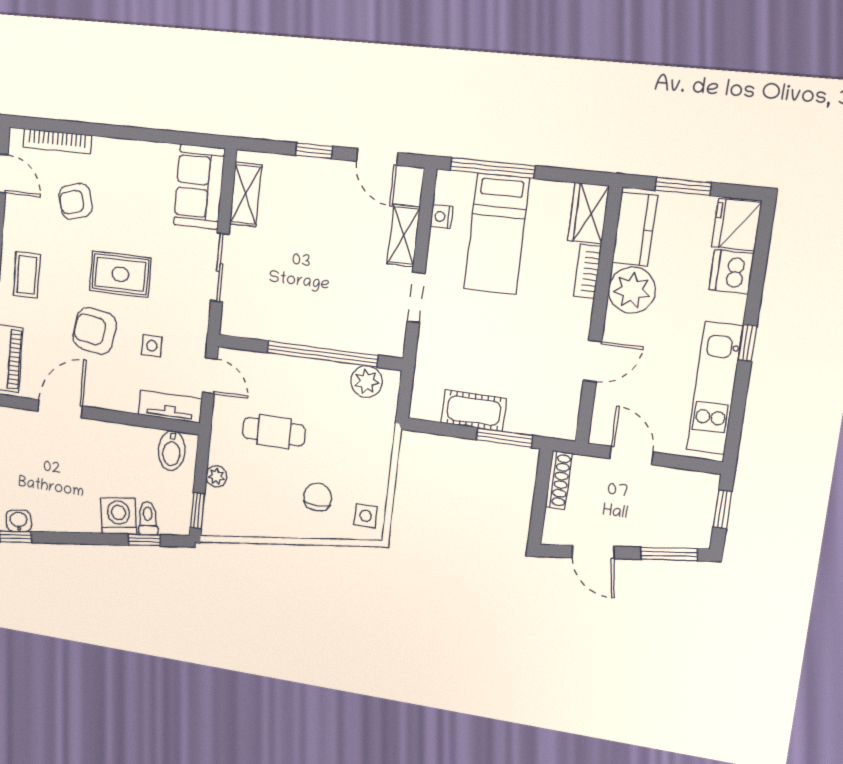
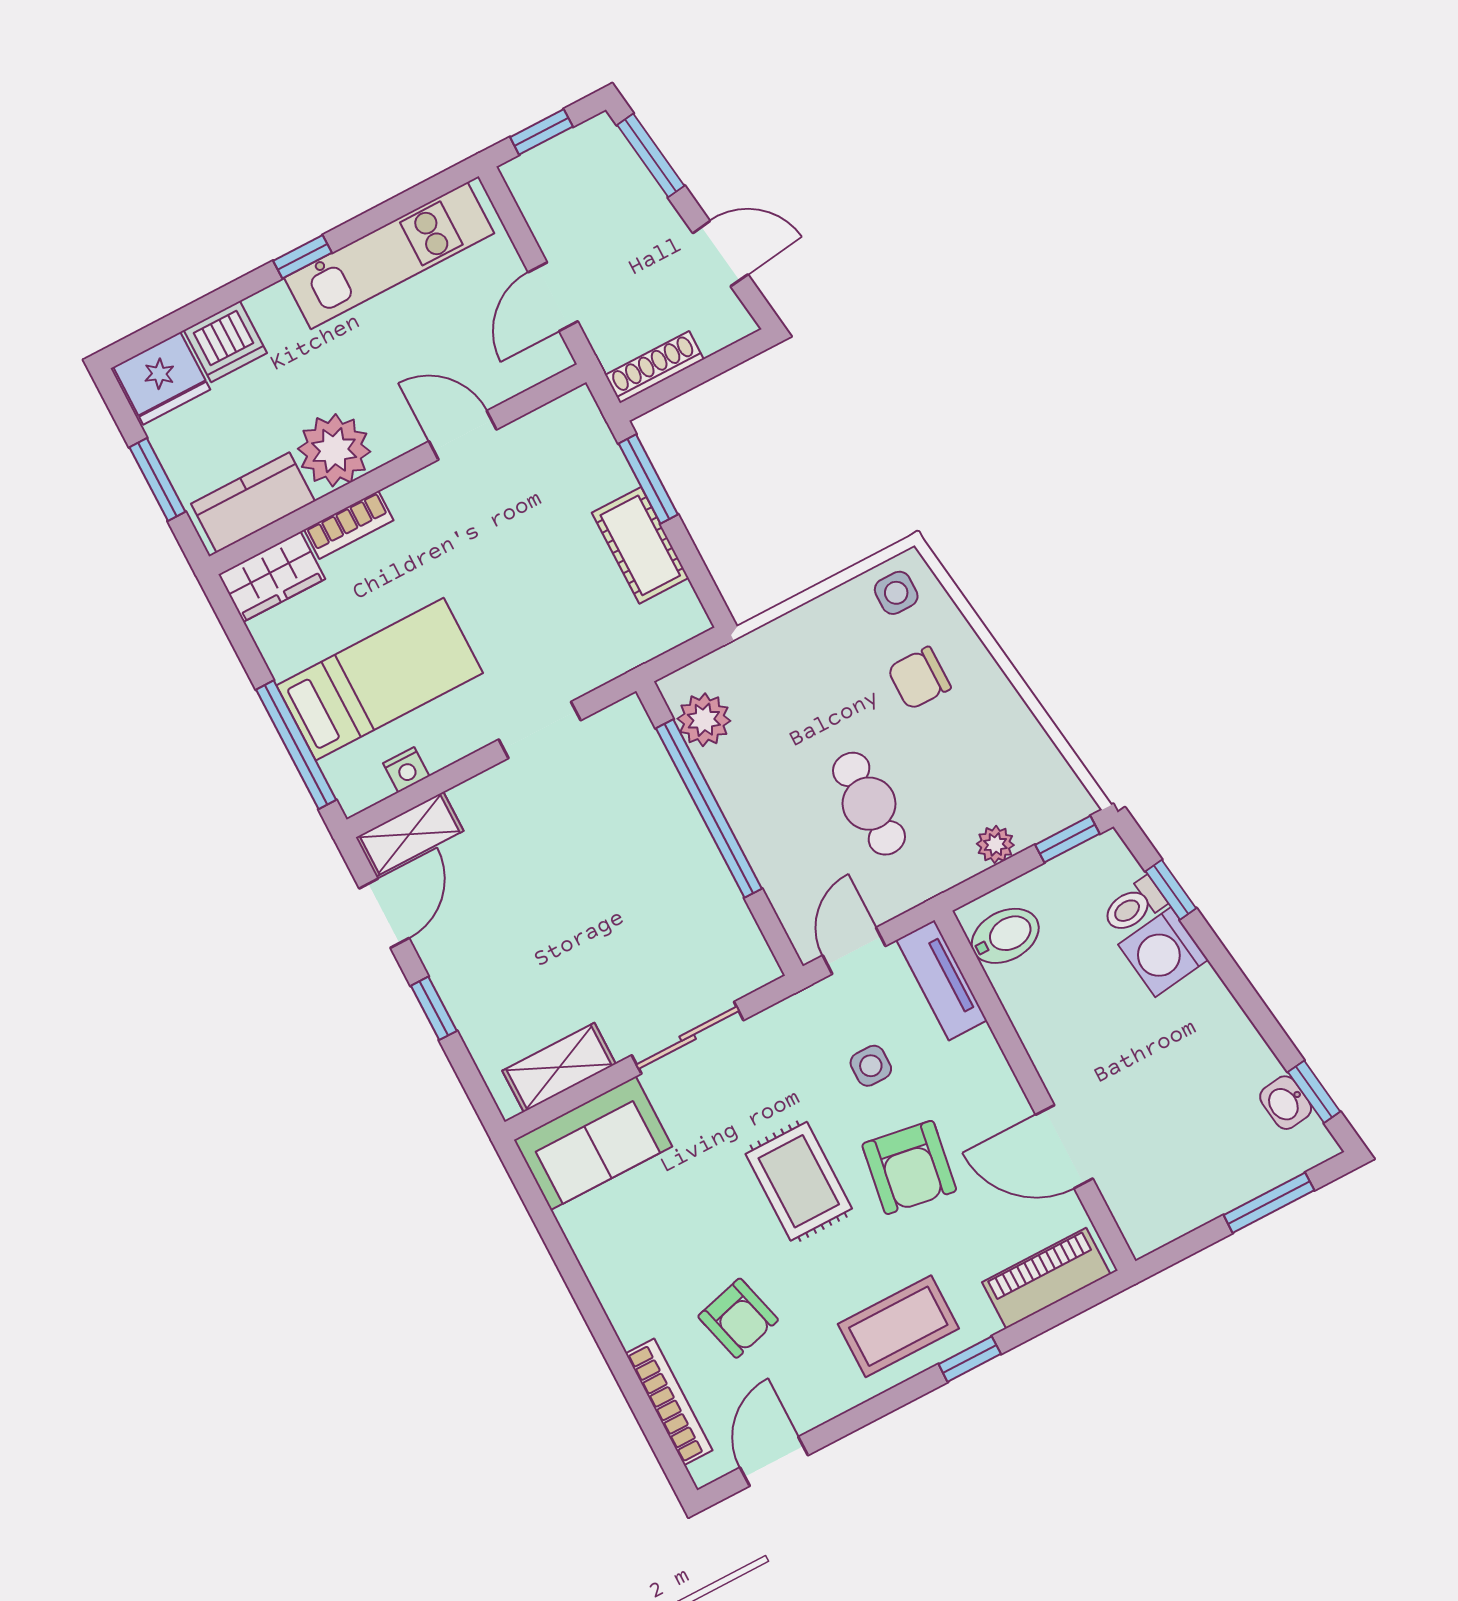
shelving: (404, 236) -> (410, 834), moved
coffee table: (27, 275) -> (898, 1326), width x1.36, depth x1.30
door: (593, 552) -> (720, 254), hinge flipped

